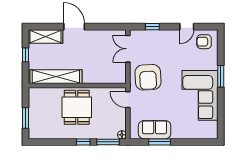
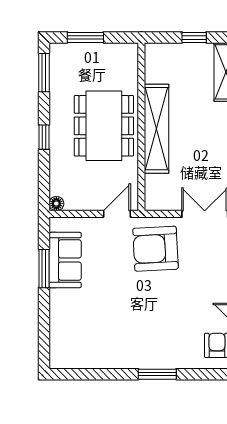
shelving: (56, 77) -> (157, 129), moved
corner sofa: (200, 95) -> (124, 338), removed
dining table: (77, 107) -> (104, 126), width x1.38
window: (108, 142) -> (44, 73), moved

